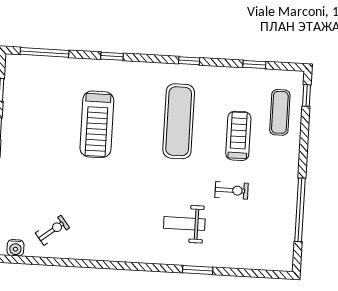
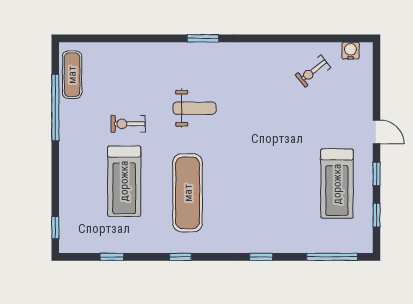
exercise mat: (280, 112) -> (72, 75), moved
treadmill: (97, 124) -> (337, 184), moved, turned 180
treadmill: (238, 136) -> (124, 181), width x1.37, depth x1.38
weight bench: (184, 224) -> (195, 108), moved
window: (198, 270) -> (203, 38), moved

